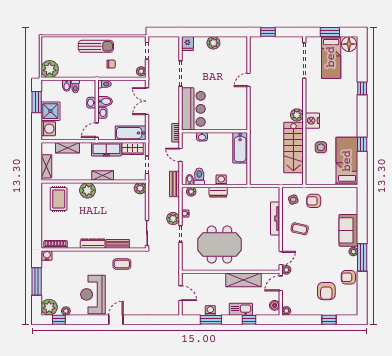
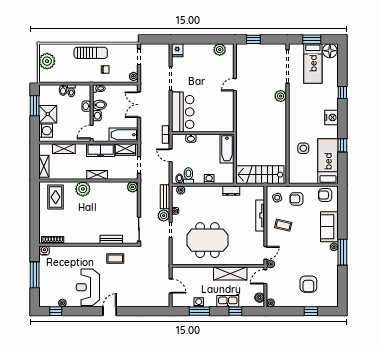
plant: (213, 43) -> (220, 50), moved
plant: (50, 69) -> (47, 61), moved
plant: (297, 115) -> (281, 96), moved
nightstand: (312, 121) -> (331, 117), moved, turned 180
stairs: (293, 148) -> (260, 175), moved, turned 90
bench: (174, 184) -> (165, 197), moved
dresser: (218, 192) -> (231, 191), moved
dresser: (93, 244) -> (88, 239), removed
armchair: (348, 277) -> (325, 195), moved
plant: (49, 307) -> (46, 299), removed

